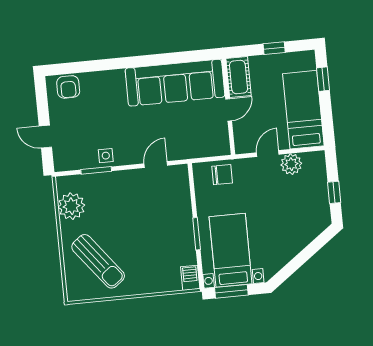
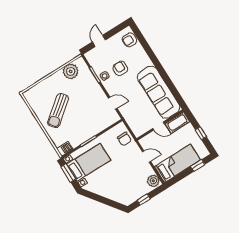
armchair: (106, 125) -> (120, 68), added
plant: (291, 164) -> (153, 181), moved
sun lounger: (98, 261) -> (58, 111), moved

